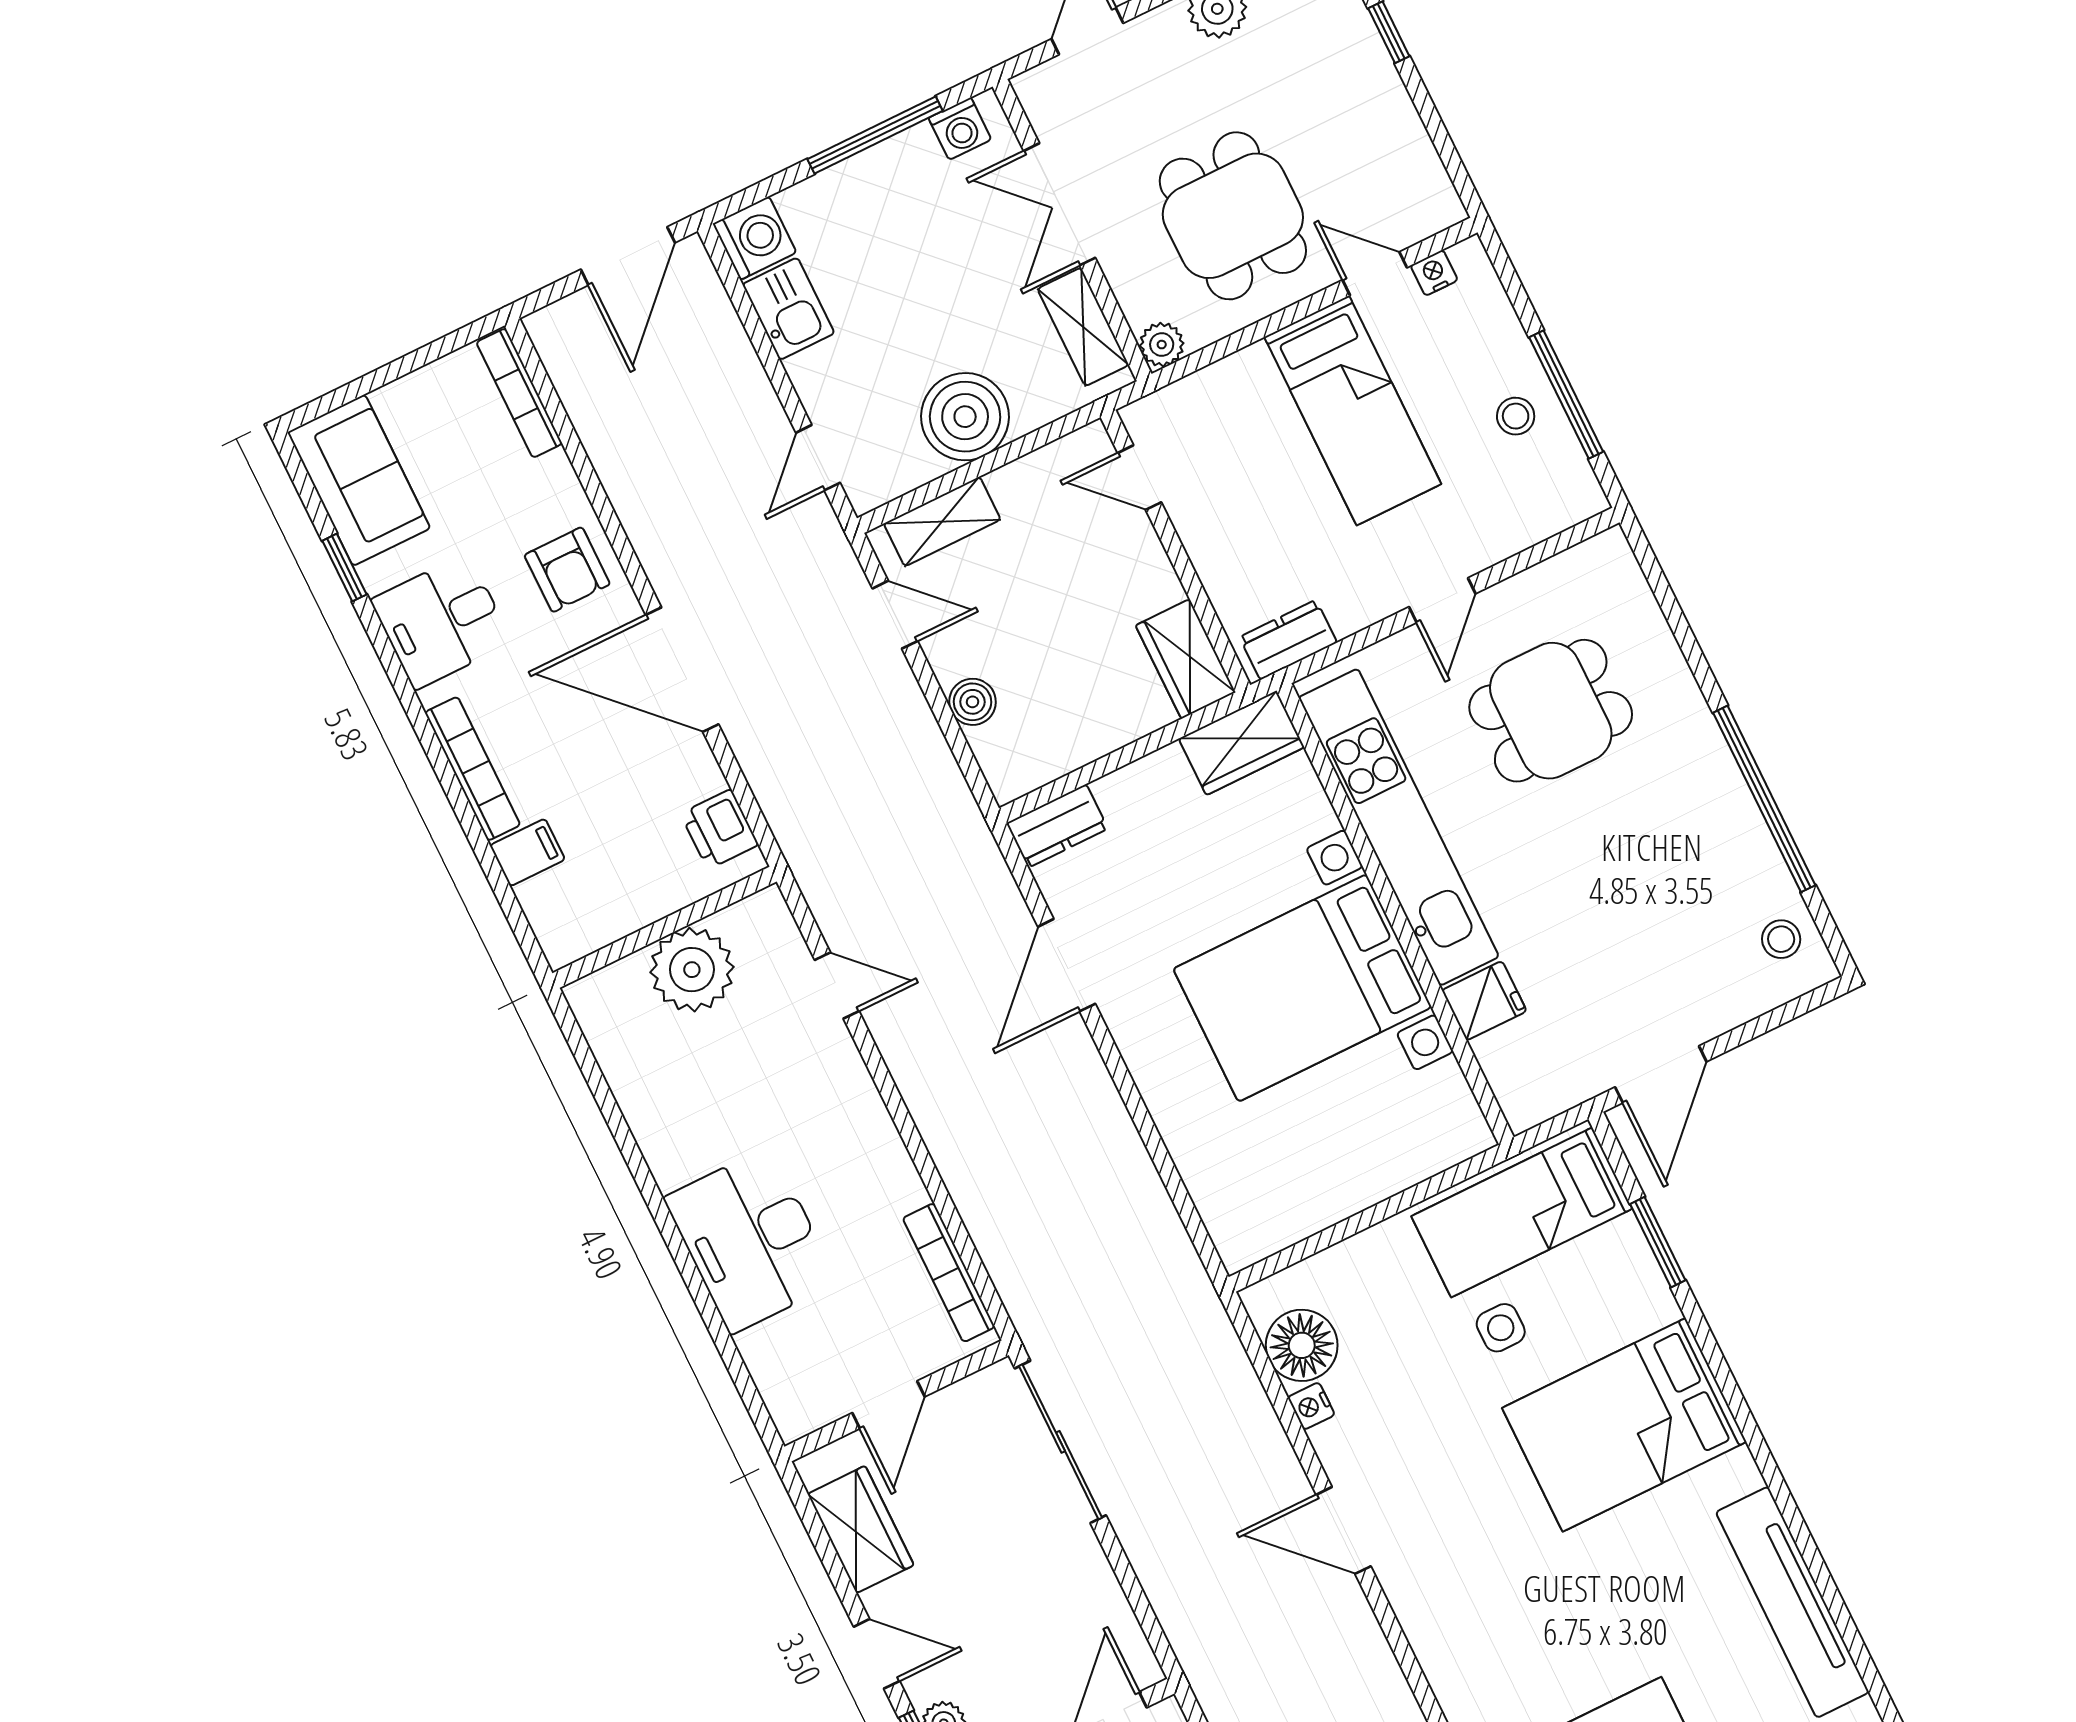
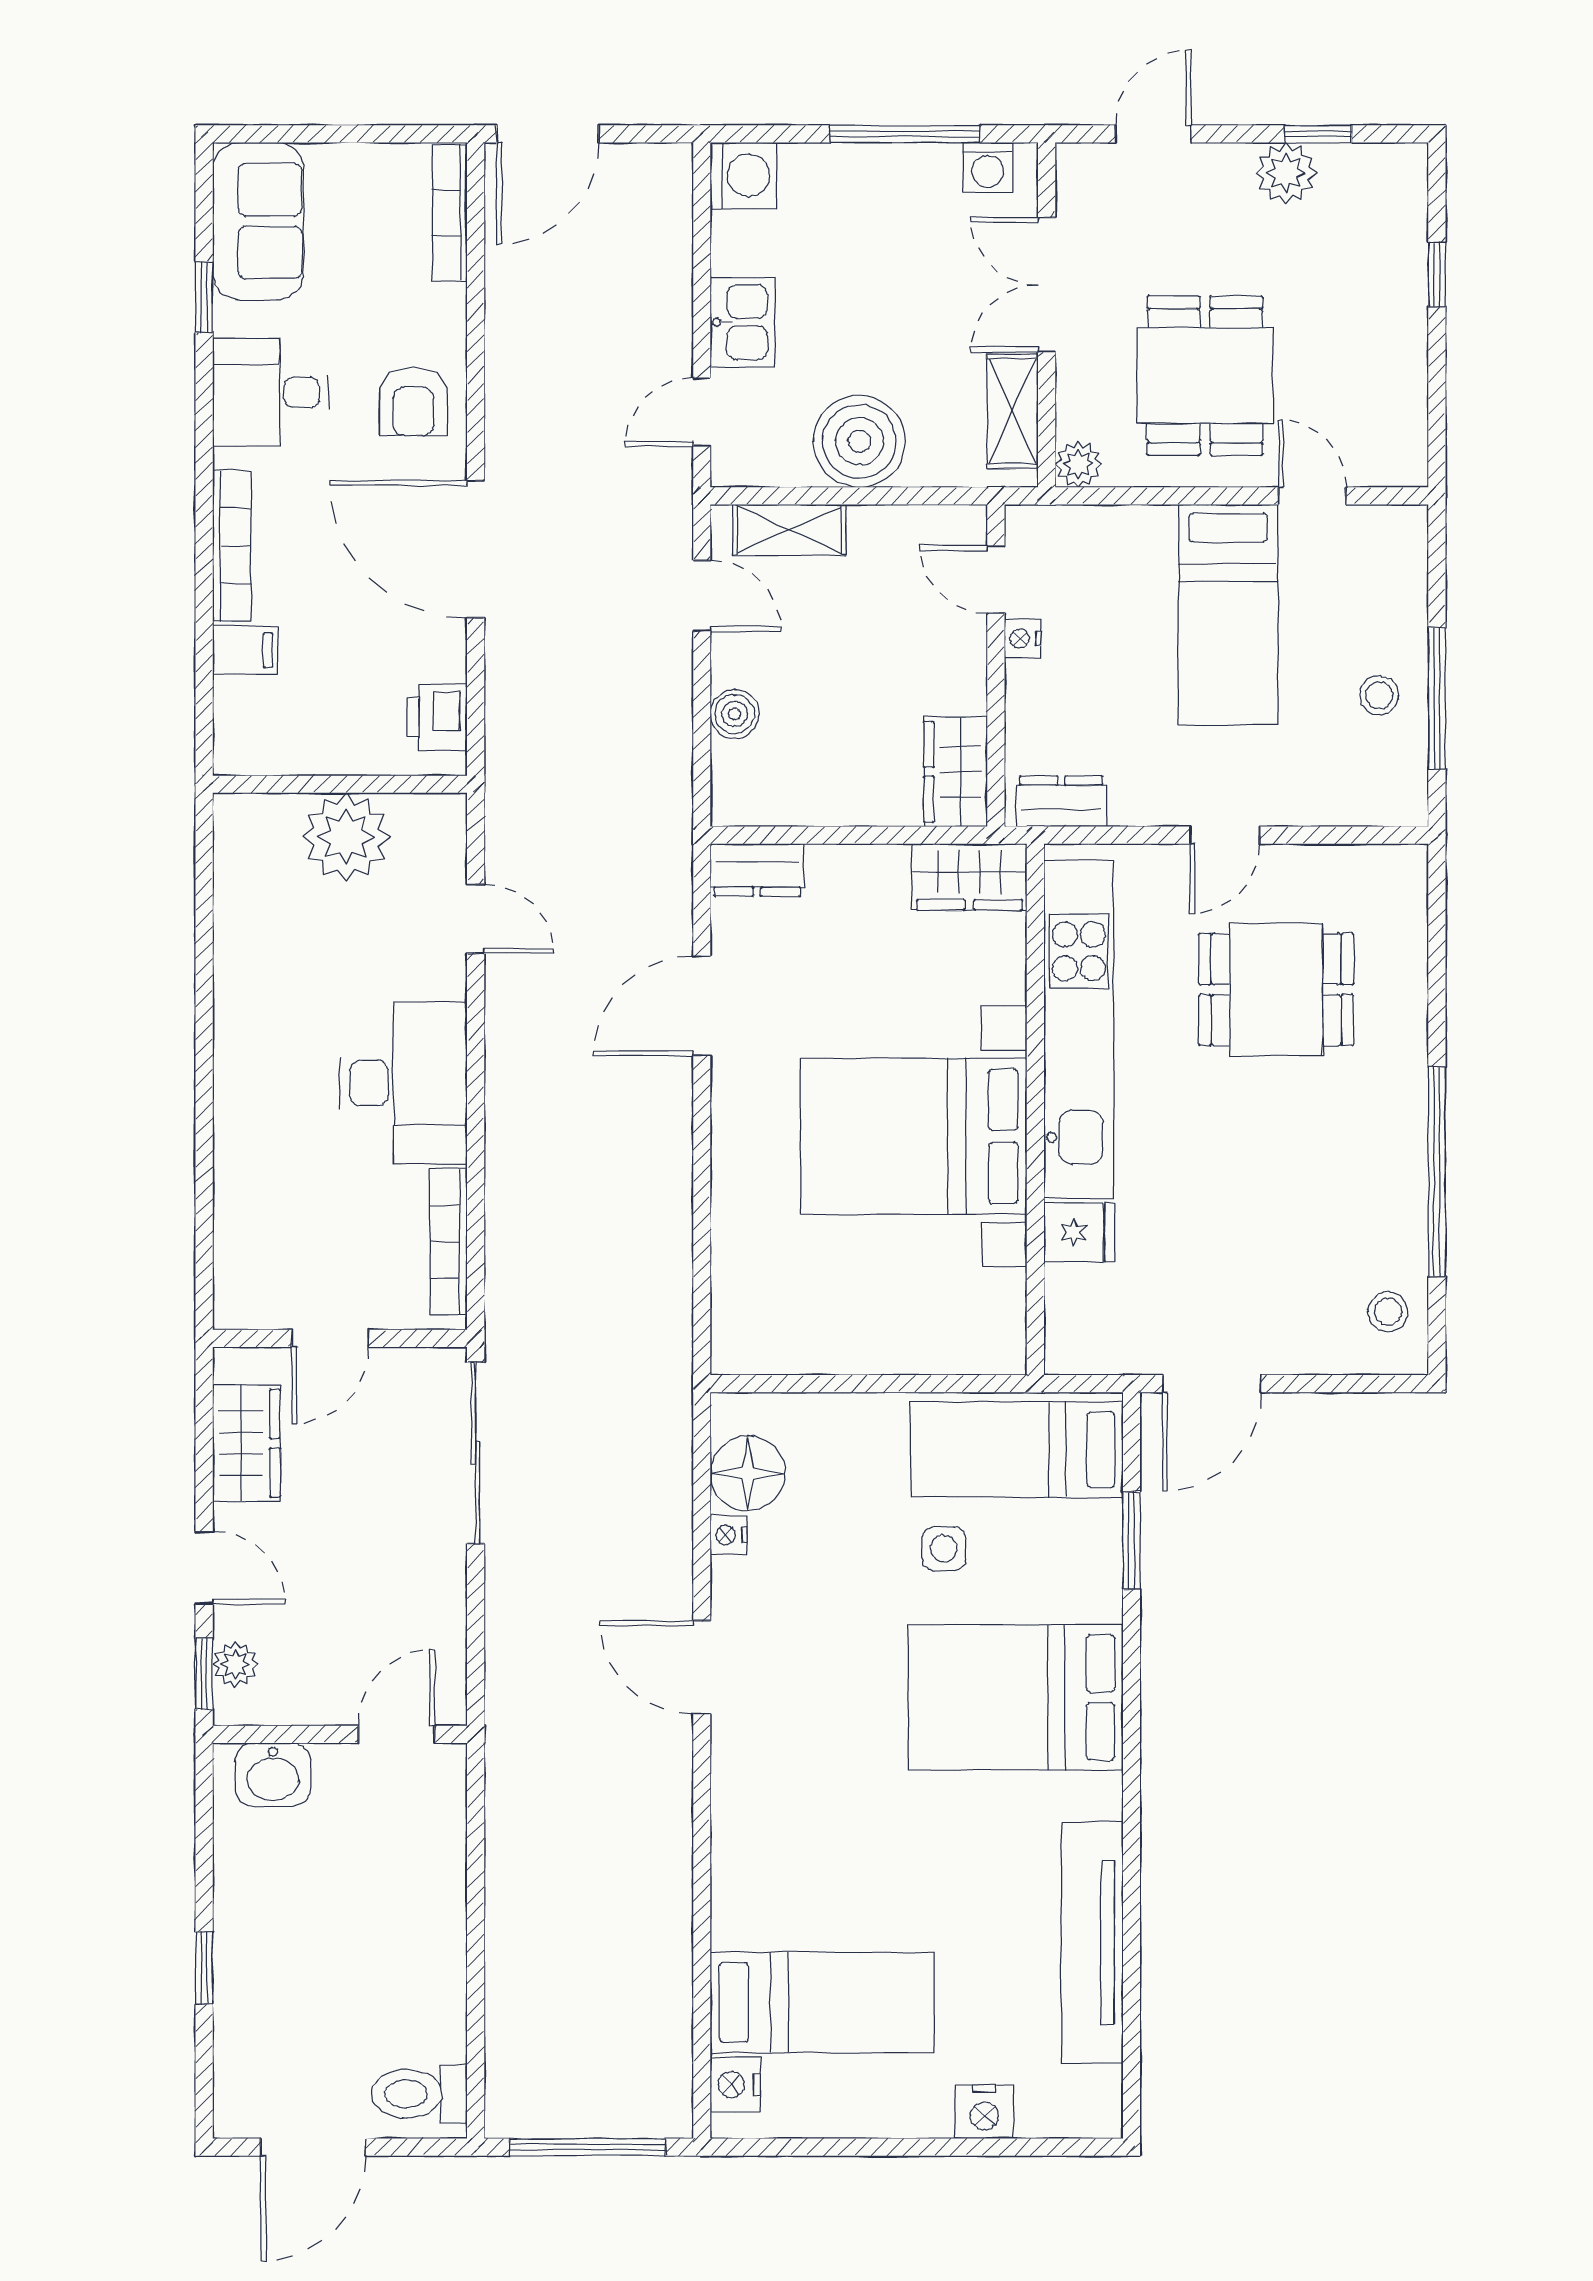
door: (628, 256) -> (548, 134), moved
nightstand: (1434, 273) -> (1022, 639), moved, turned -90
kitchen sink: (788, 309) -> (743, 322), moved
desk: (750, 1240) -> (403, 1083), moved, turned 180

